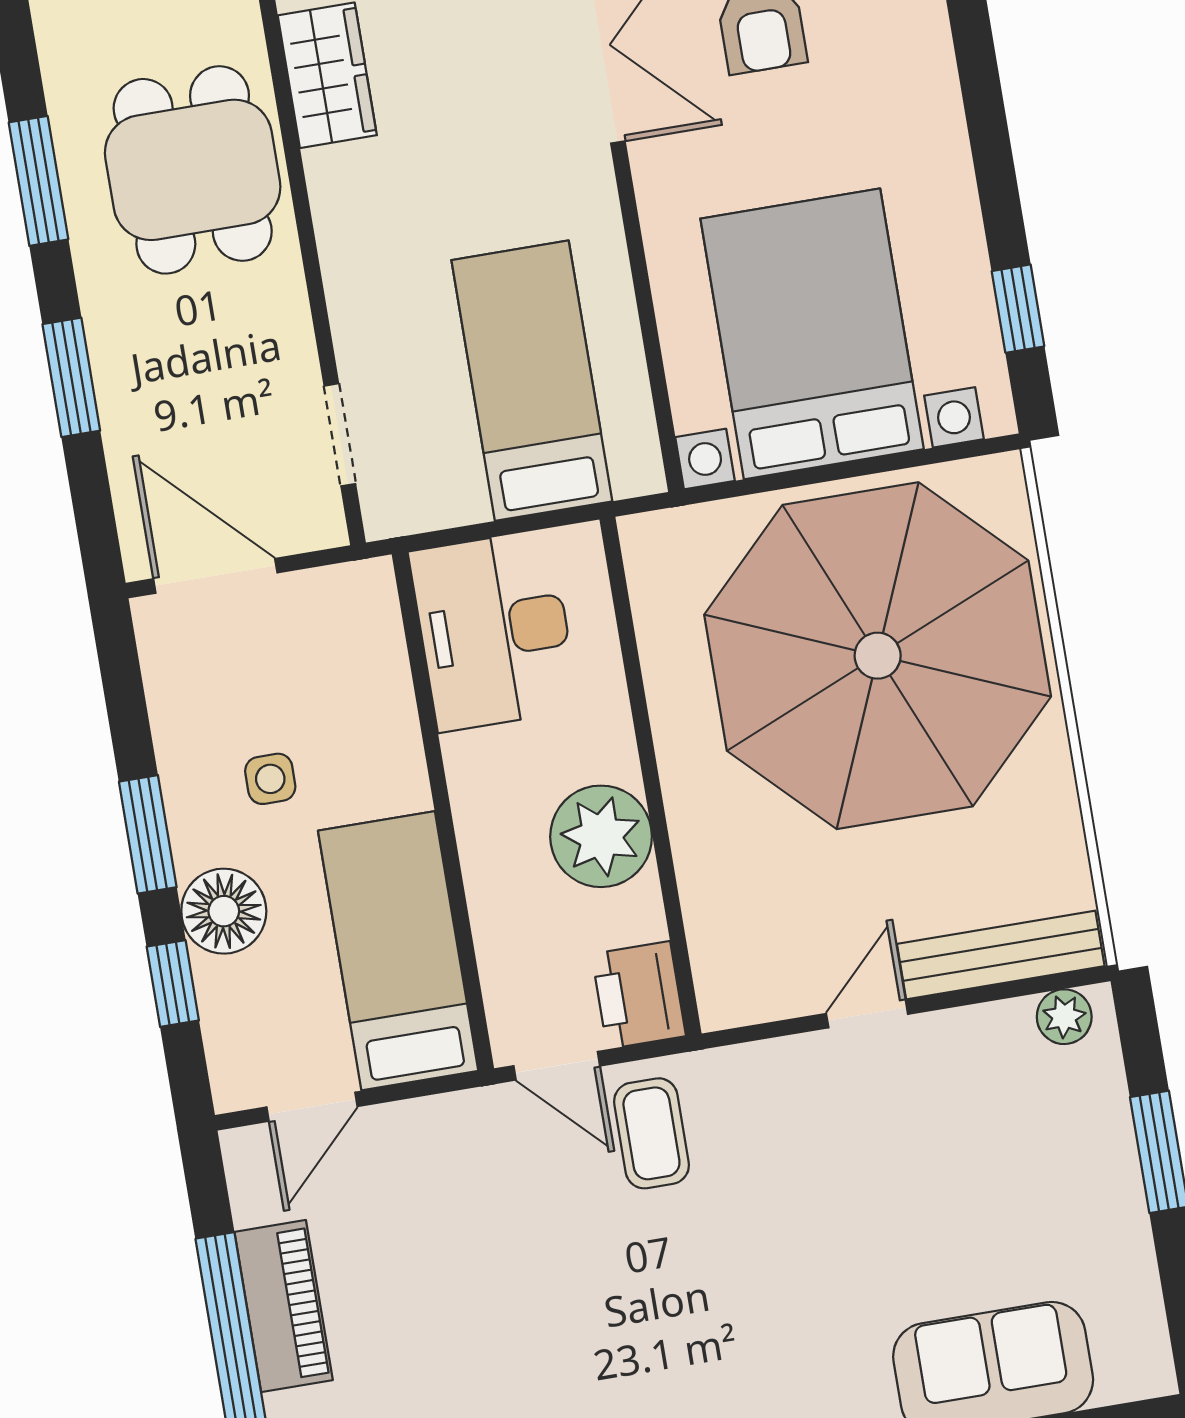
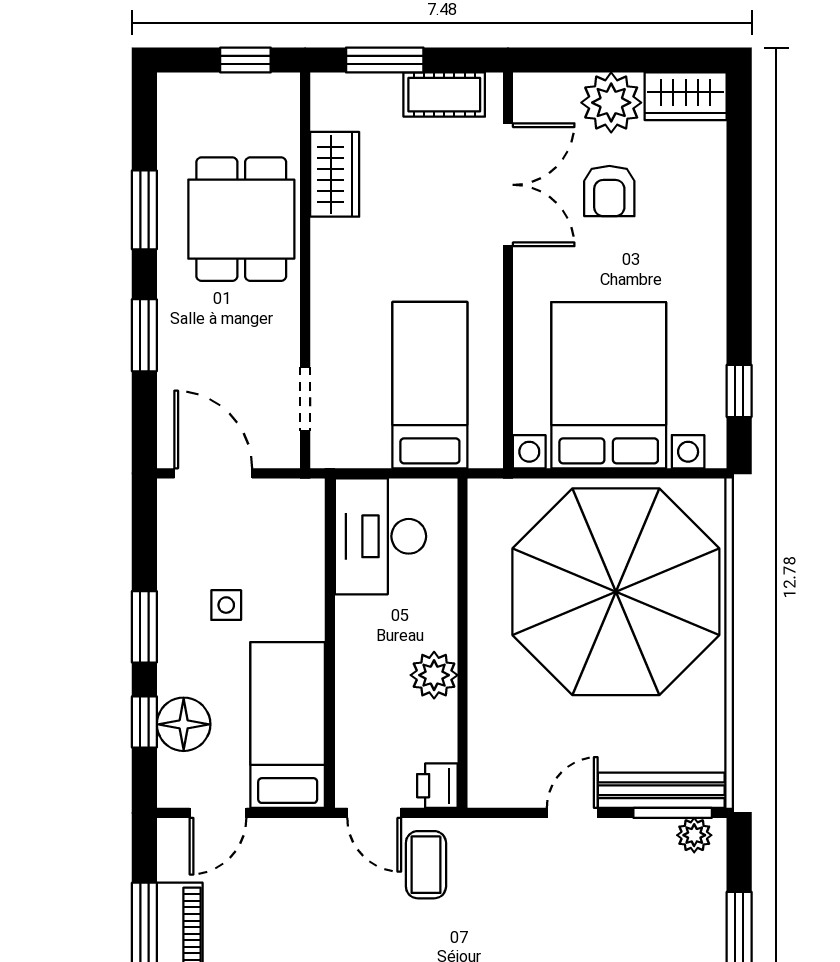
plant: (601, 836) -> (434, 675), width x0.73, depth x0.73
floor lamp: (224, 911) -> (184, 724), moved
window: (1025, 988) -> (673, 813), added
printer: (639, 995) -> (437, 786), width x0.73, depth x0.81

